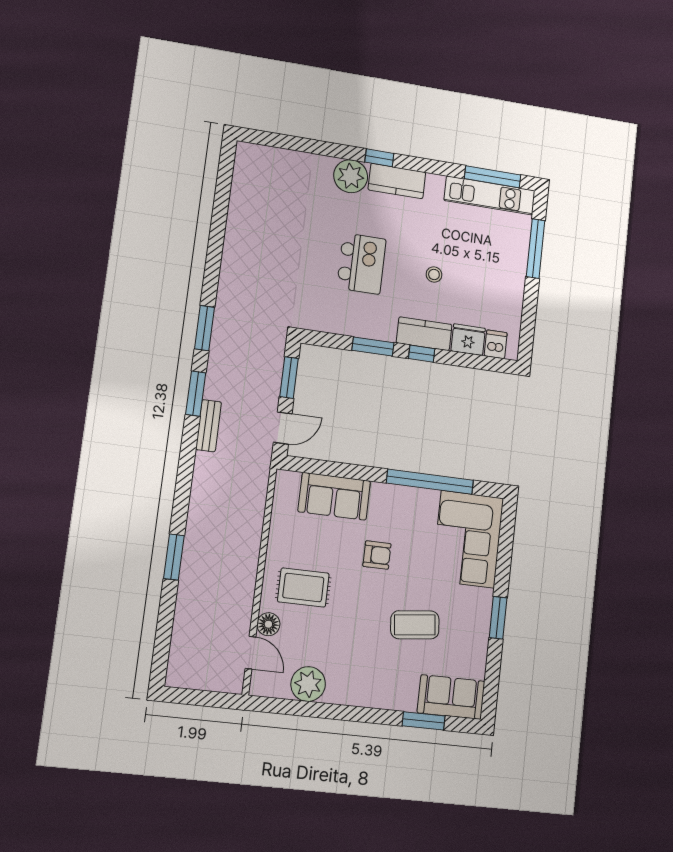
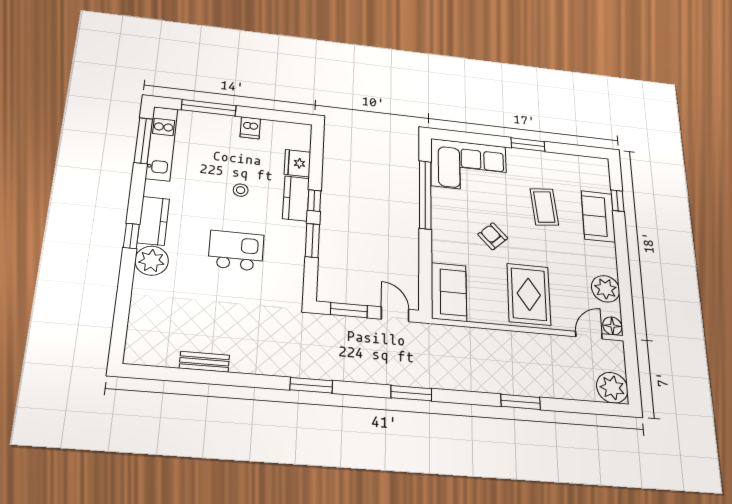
dishwasher: (496, 344) -> (250, 128), moved, turned -90
window: (196, 394) -> (411, 393), moved
bench: (209, 426) -> (204, 362), moved
sofa: (334, 496) -> (449, 292), moved
armchair: (377, 555) -> (493, 236), turned -43
rug: (303, 587) -> (529, 294), width x1.36, depth x1.43
floor lamp: (268, 624) -> (612, 326), moved
plant: (185, 670) -> (612, 388), added
sofa: (451, 697) -> (598, 216), moved
window: (424, 721) -> (618, 201), width x0.67

